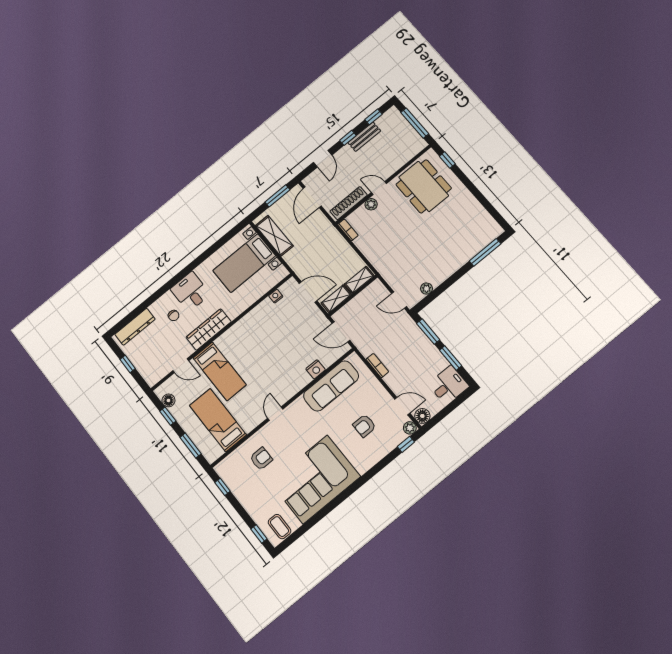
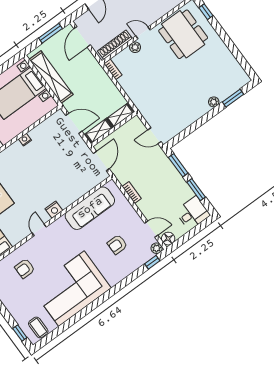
shelving: (274, 236) -> (51, 77), width x1.47
window: (485, 252) -> (233, 98), width x0.69
plant: (426, 289) -> (214, 102), moved
nightstand: (276, 296) -> (25, 140), moved
door: (341, 332) -> (101, 161), swing flipped
nightstand: (316, 369) -> (54, 210), moved
armchair: (261, 459) -> (25, 269), turned 180

